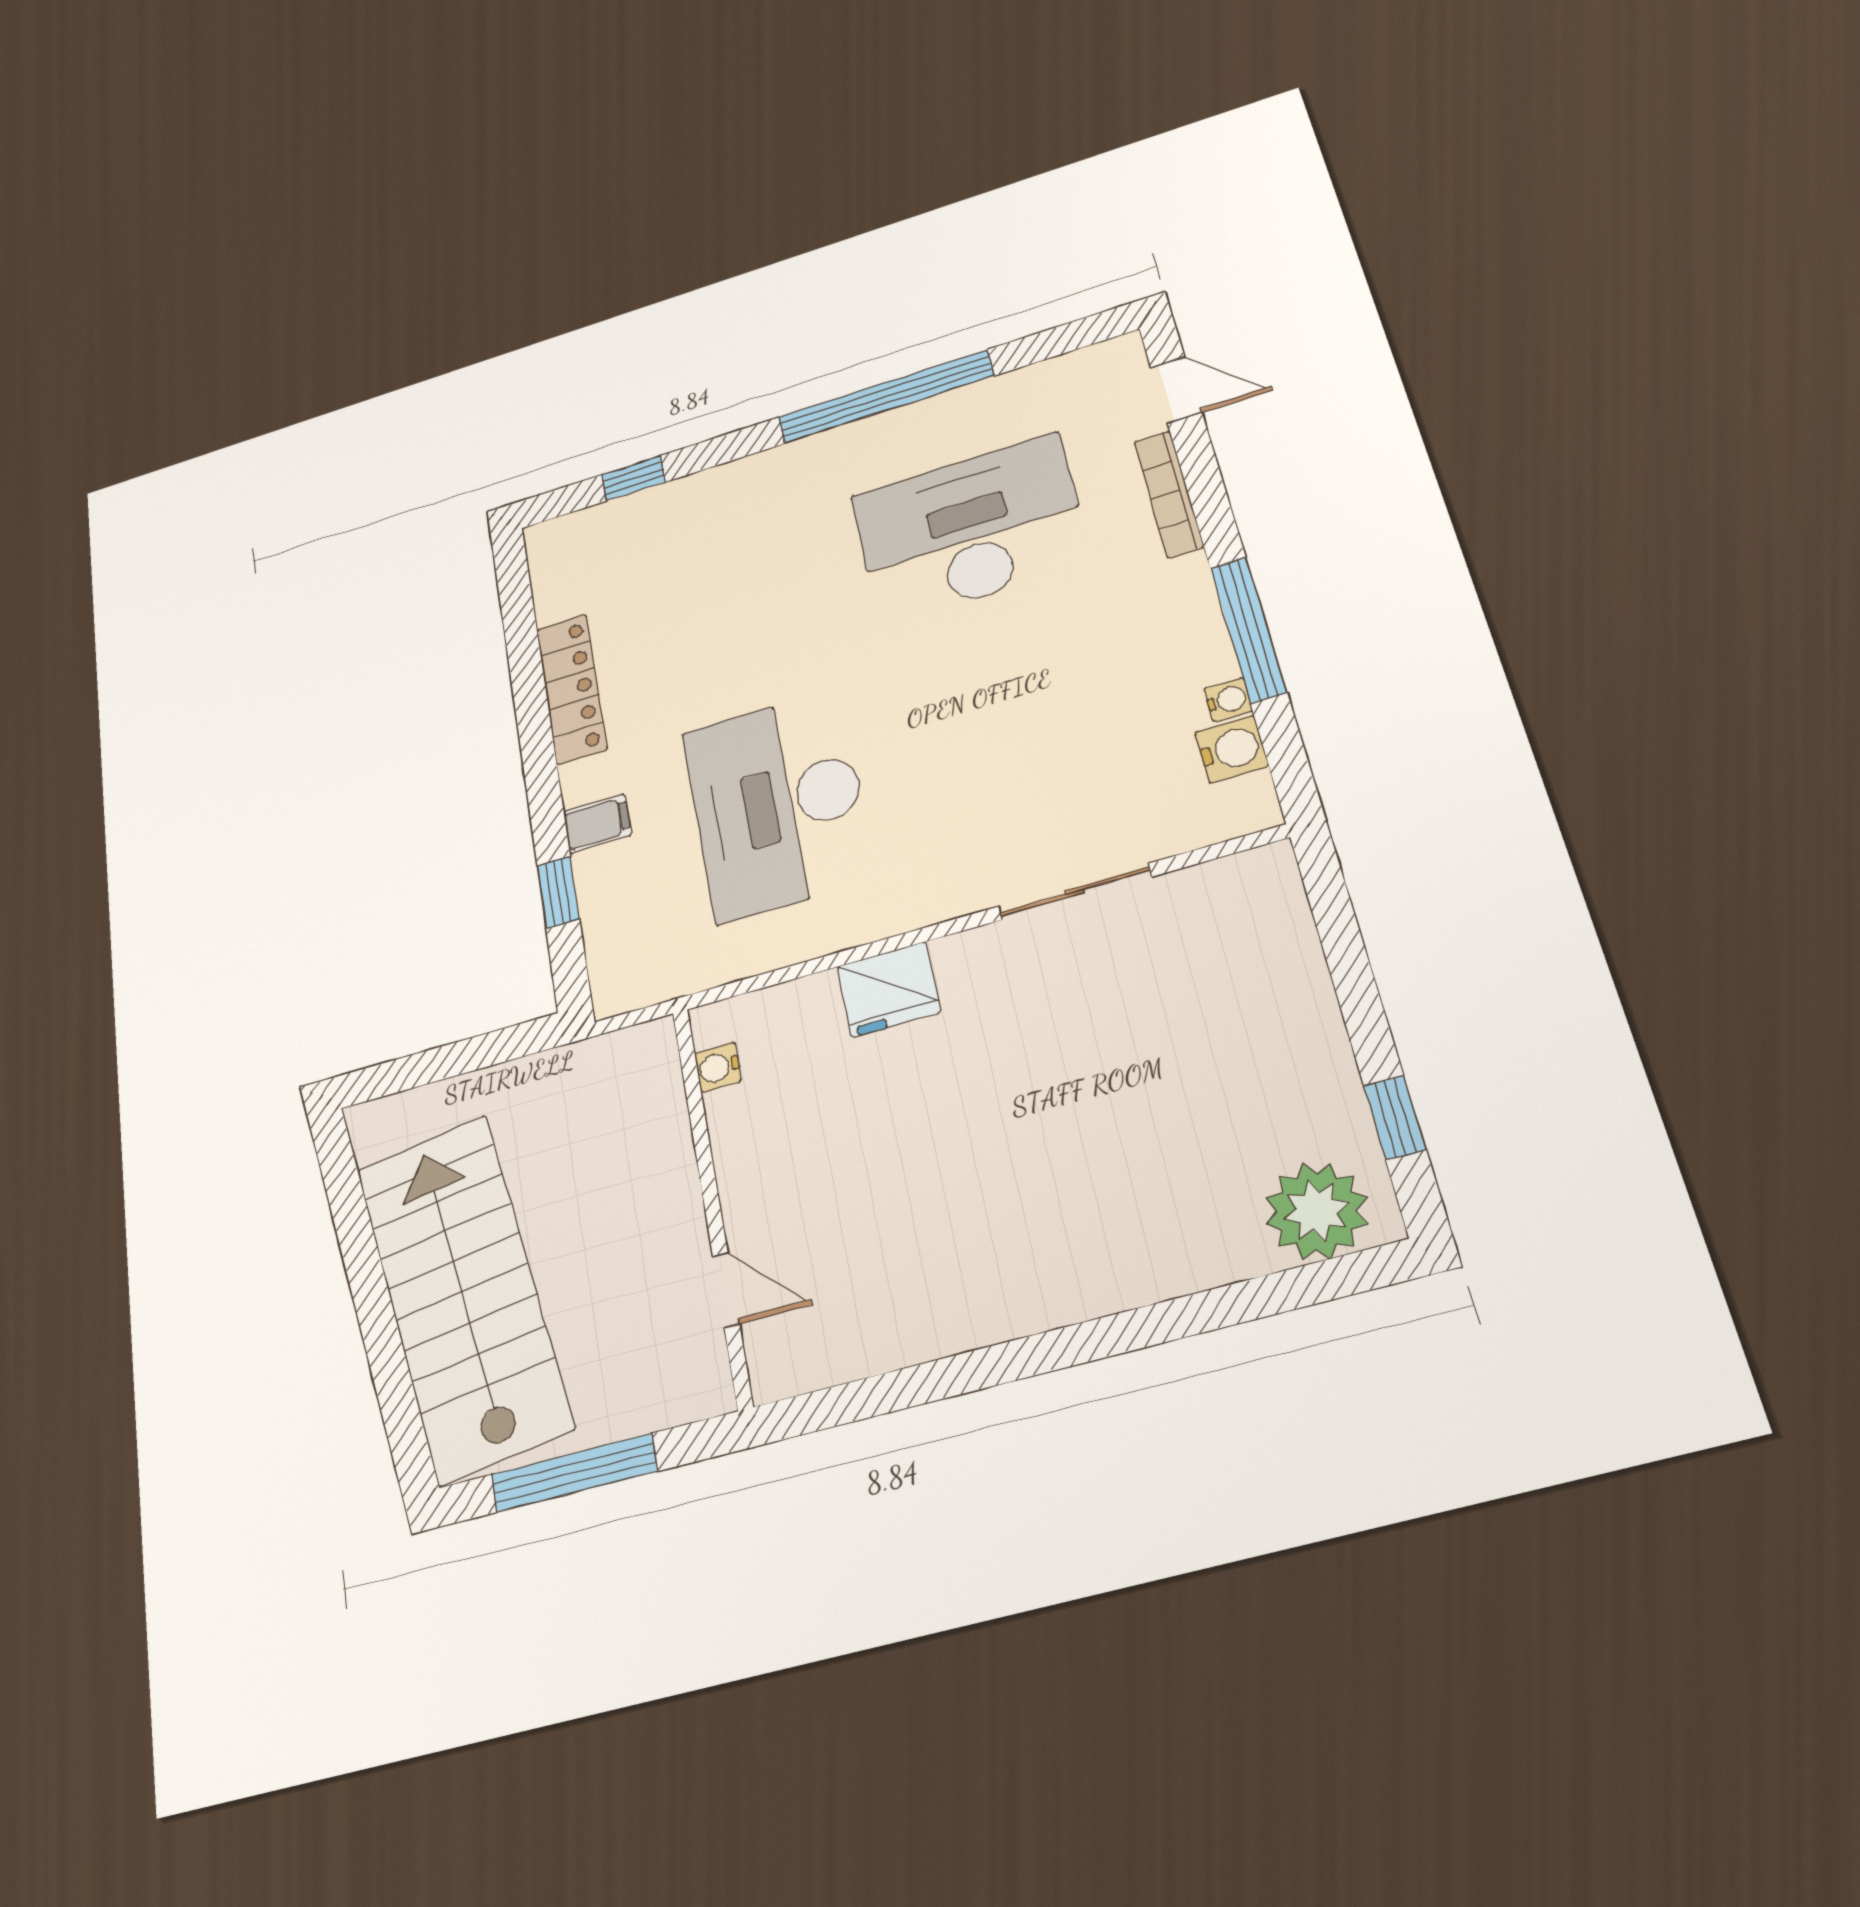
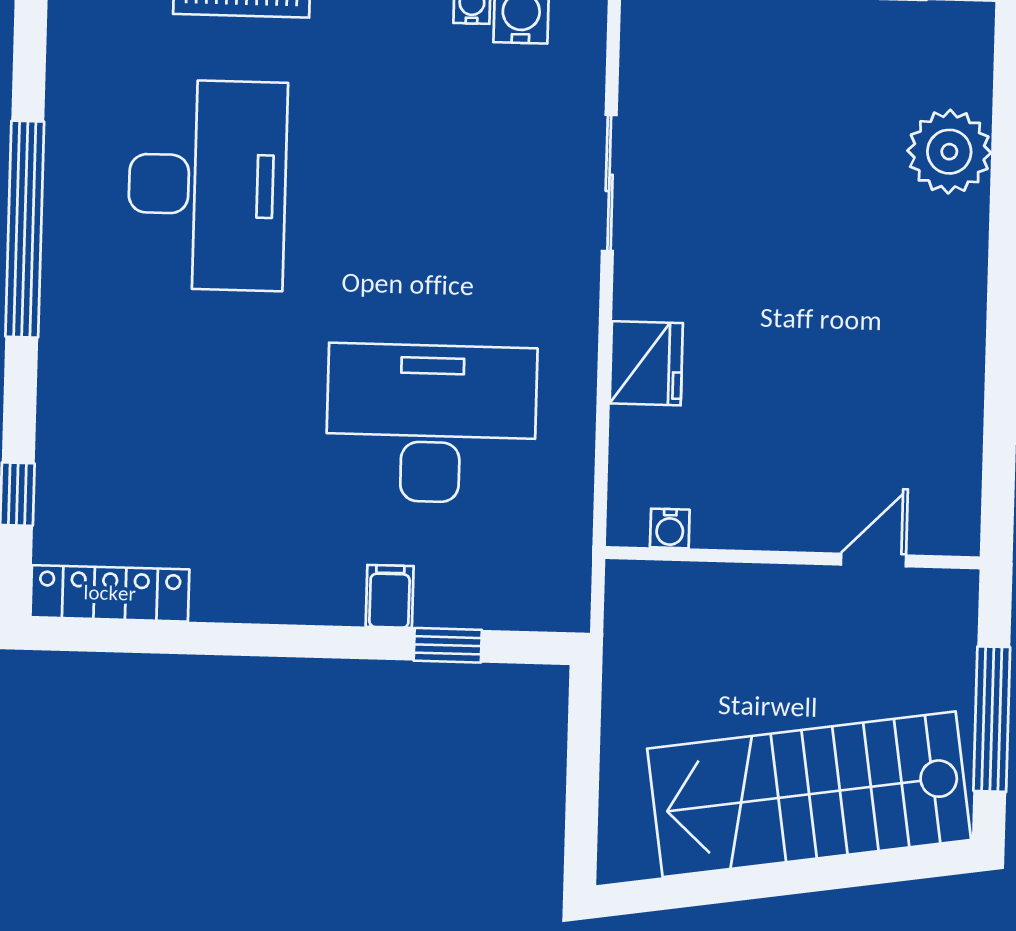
desk: (970, 529) -> (207, 185), turned 180
locker: (572, 689) -> (110, 593), moved
desk: (778, 805) -> (431, 424), turned 180
plant: (1316, 1211) -> (949, 152), moved

